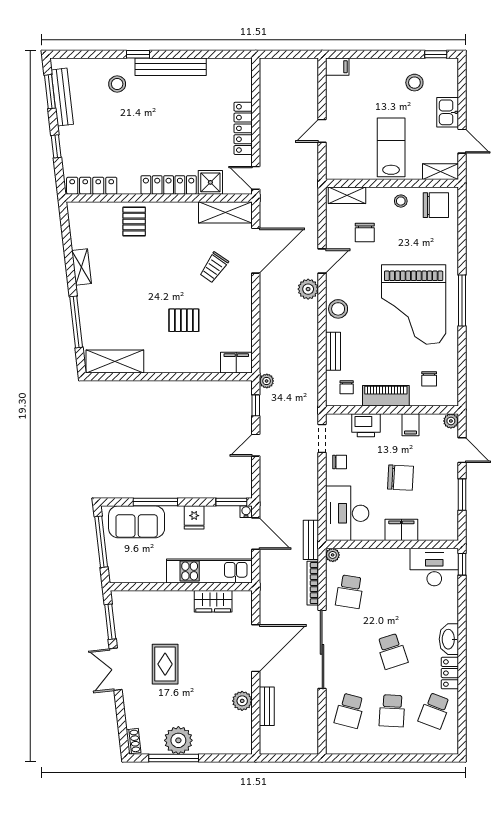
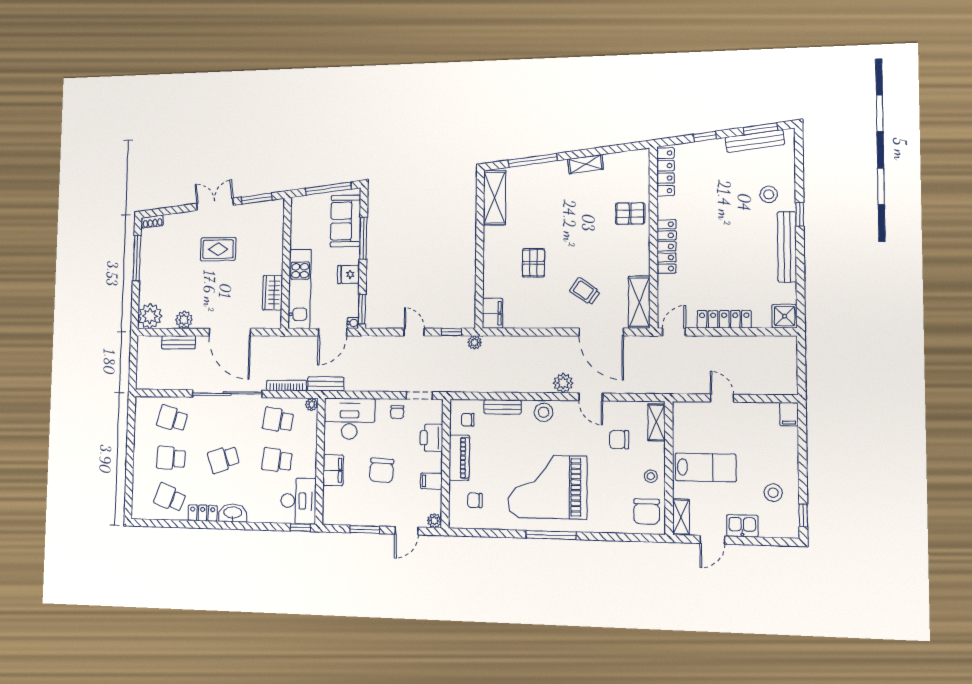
shower: (210, 182) -> (785, 316), moved
school desk: (392, 592) -> (277, 460), added
plant: (178, 740) -> (150, 316), moved

